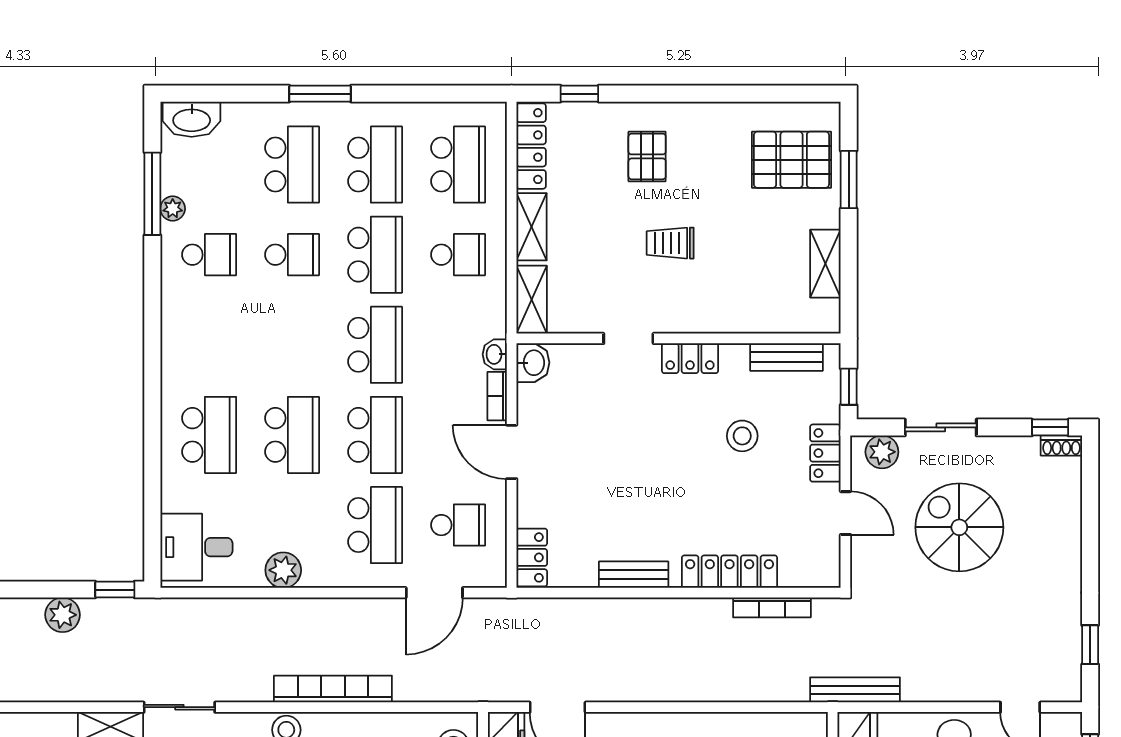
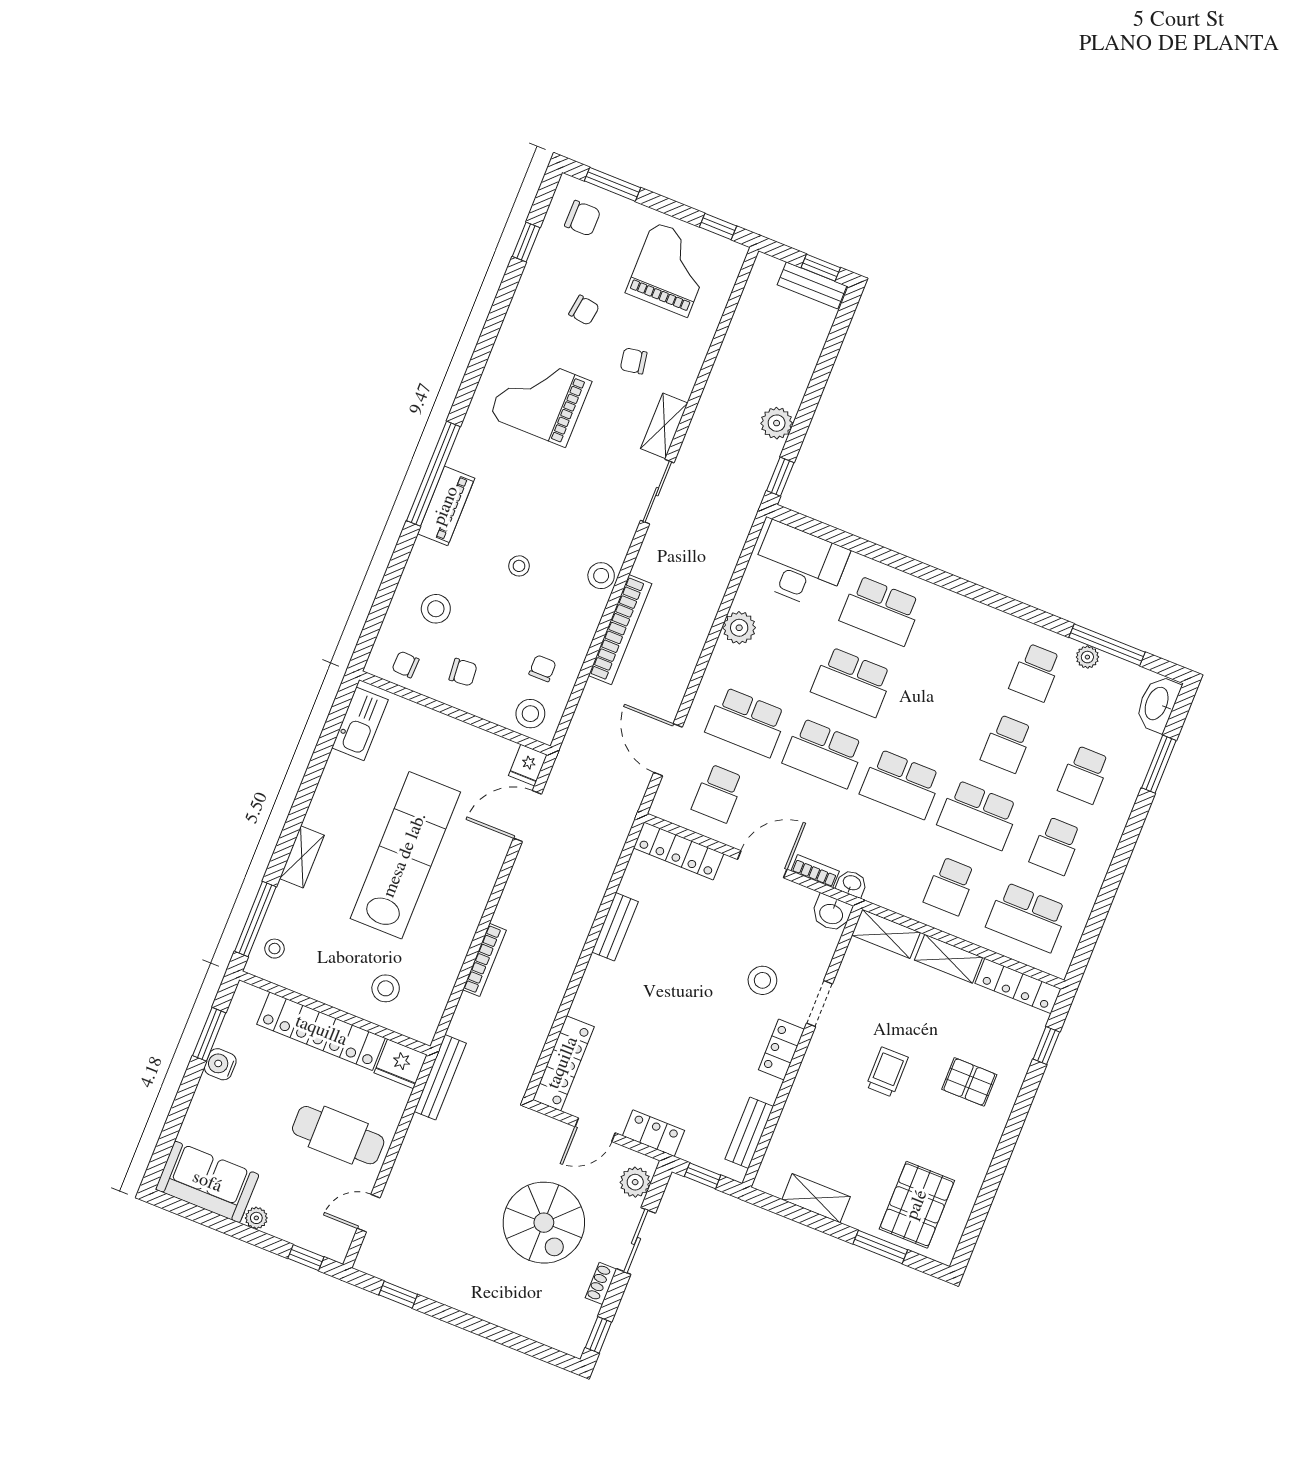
window: (320, 94) -> (1159, 764), moved
school desk: (292, 165) -> (1084, 775), width x0.54
school desk: (375, 165) -> (1056, 846), width x0.54
stool: (742, 436) -> (762, 980), moved
shoe rack: (1061, 445) -> (601, 1283), moved
spiral stairs: (959, 527) -> (544, 1223), turned 90
desk: (196, 547) -> (799, 565), width x1.37
locker: (532, 557) -> (679, 851), width x1.53
locker: (729, 572) -> (563, 1063), moved
bookcase: (772, 607) -> (485, 960), moved, turned 180

